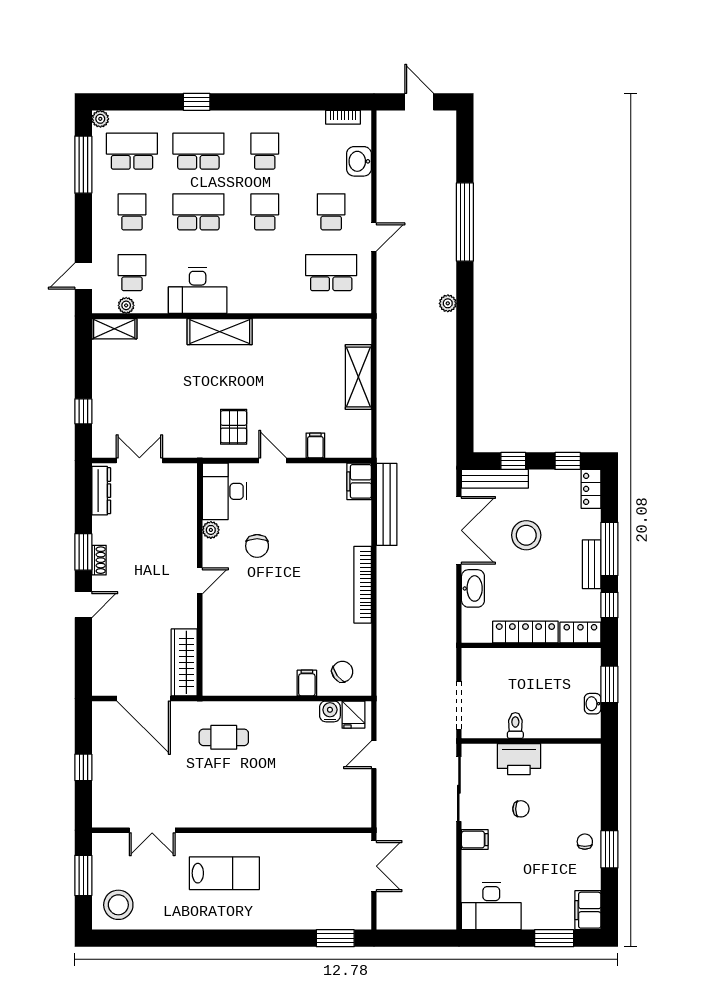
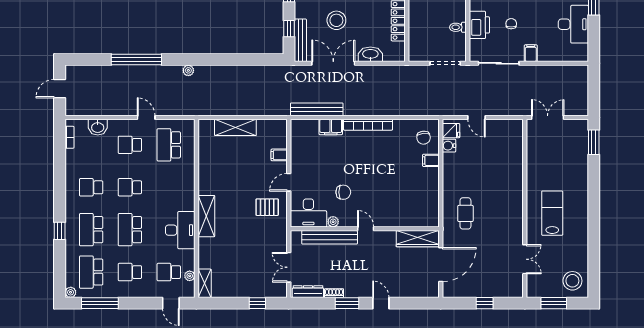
filing cabinet: (359, 481) -> (331, 127), moved
bench: (186, 524) -> (330, 237), added
shoe rack: (99, 560) -> (334, 293), moved
chair: (342, 672) -> (424, 138), turned -150
desk: (491, 906) -> (573, 24), moved

